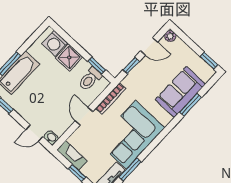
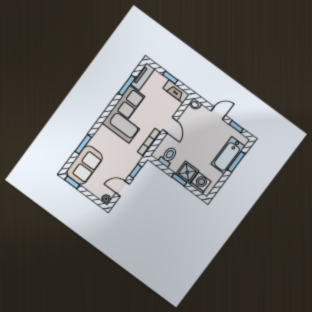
window: (97, 66) -> (179, 180), moved
sofa: (180, 92) -> (85, 165), moved
door: (34, 133) -> (218, 113), moved

